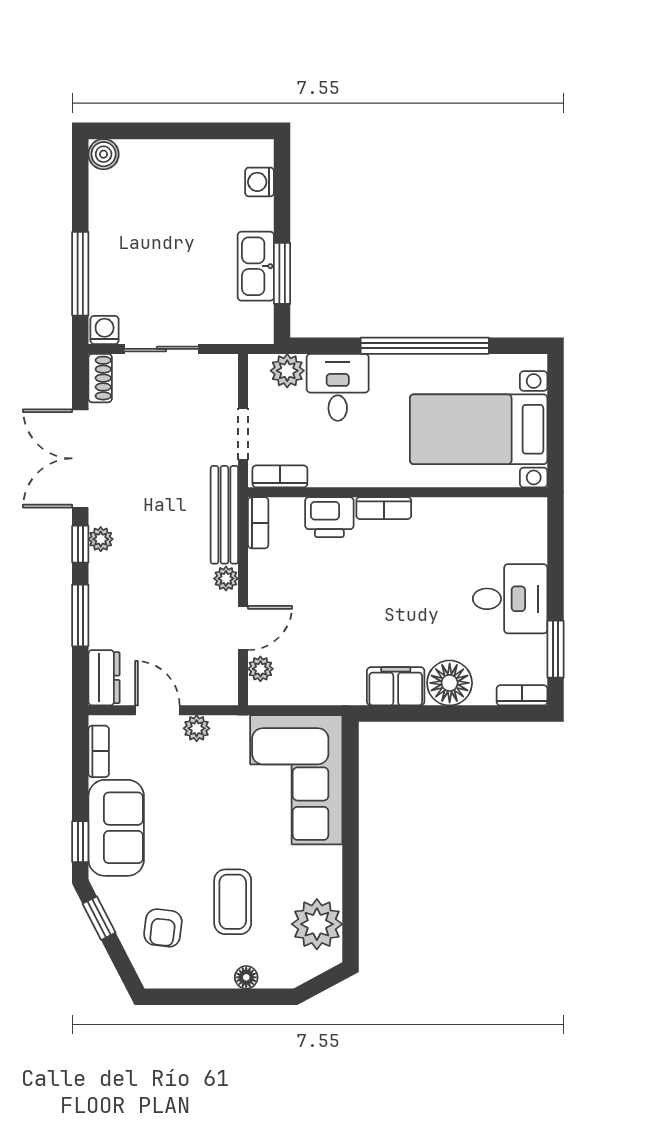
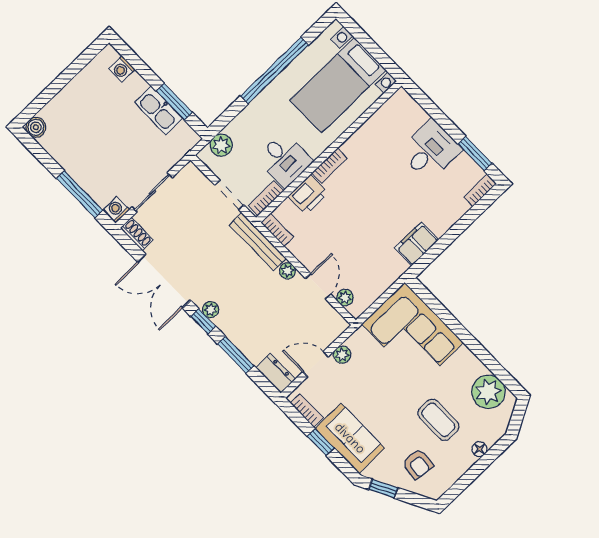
desk: (338, 387) -> (285, 160), moved, turned 180
floor lamp: (450, 683) -> (440, 218), removed
window: (80, 842) -> (321, 442), moved

